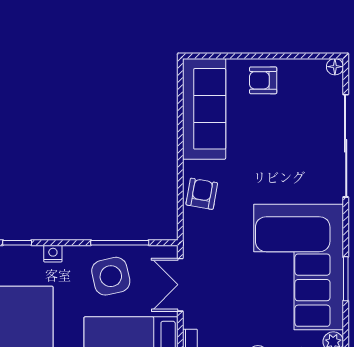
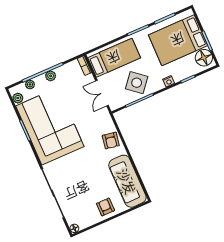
armchair: (263, 80) -> (105, 207), turned -90
side table: (111, 276) -> (137, 83), turned -37
double door: (180, 285) -> (102, 93), swing flipped

